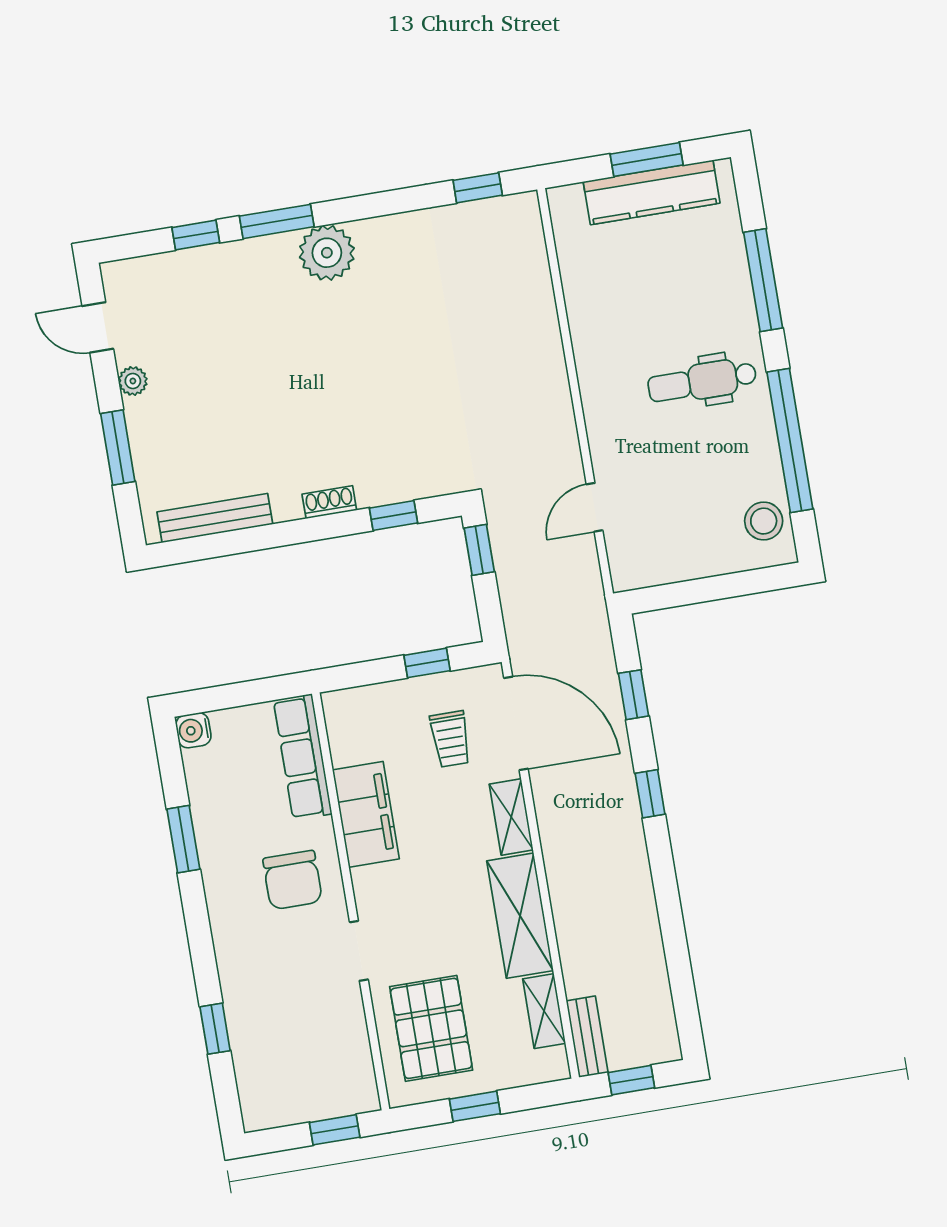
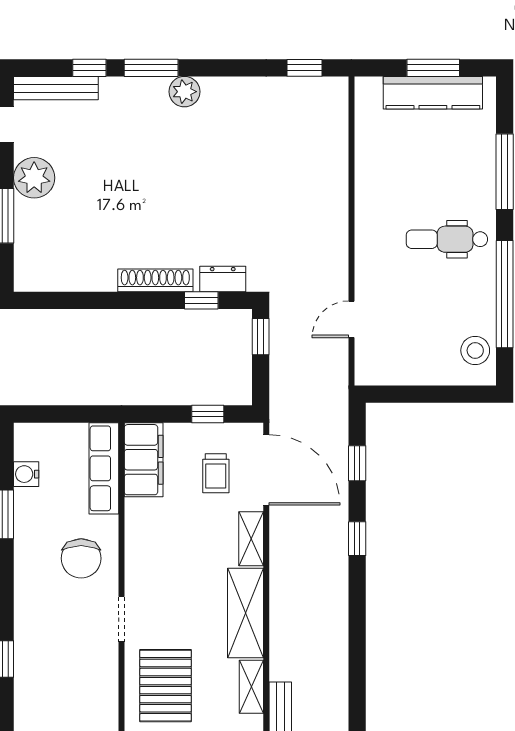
plant: (327, 253) -> (184, 92), width x0.73, depth x0.73
plant: (133, 381) -> (34, 178), width x1.88, depth x1.88
dresser: (417, 483) -> (223, 279), added
shoe rack: (329, 502) -> (155, 280), width x1.94, depth x1.24
bench: (215, 518) -> (56, 88), moved
water cooler: (193, 730) -> (26, 474), moved
filing cabinet: (366, 814) -> (144, 460), moved

